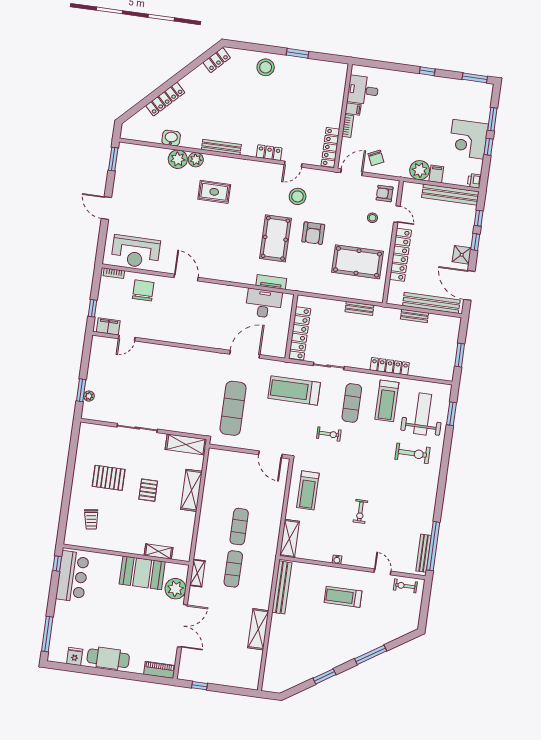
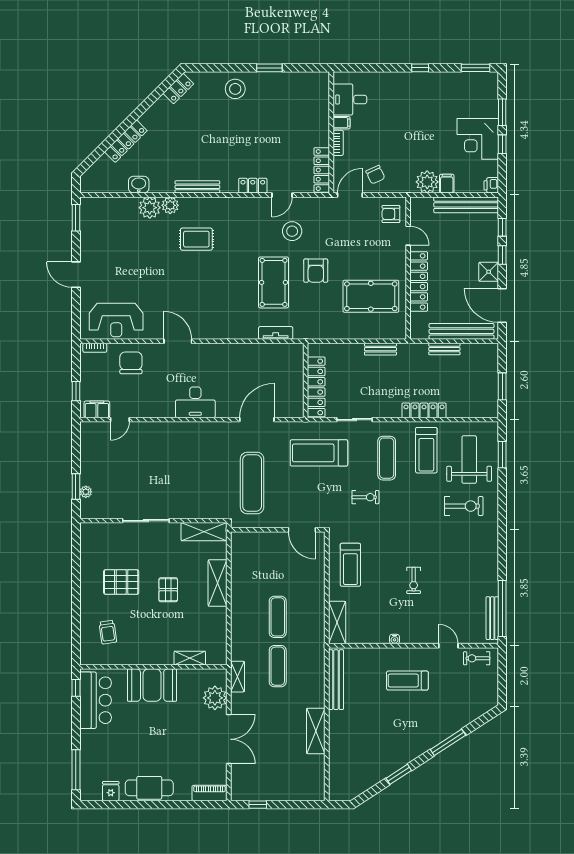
stool: (372, 218) -> (381, 244), removed
desk: (264, 303) -> (195, 402), moved, turned 180
booth: (142, 573) -> (152, 685), moved

